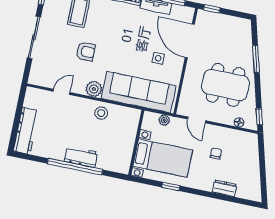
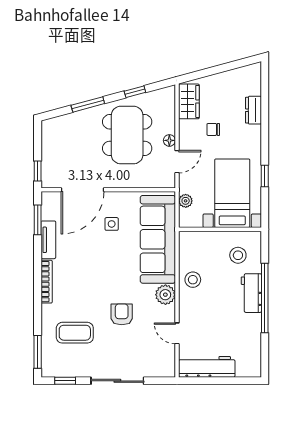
window: (259, 117) -> (135, 92), moved
floor lamp: (239, 122) -> (169, 140), moved
workbench: (26, 131) -> (207, 367), moved
wardrobe: (242, 139) -> (189, 101), added
stool: (113, 152) -> (238, 255), added

